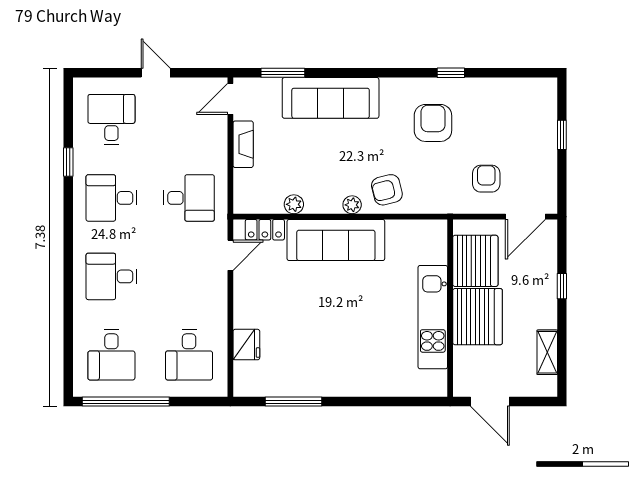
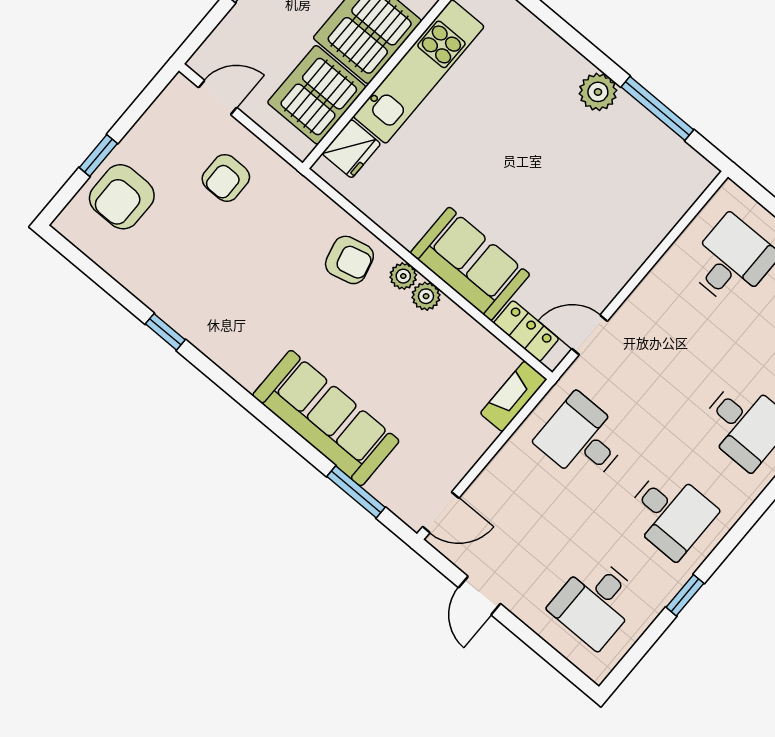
door: (156, 73) -> (480, 596), moved
armchair: (433, 123) -> (122, 197), moved
fireplace: (243, 144) -> (513, 396), moved
plant: (294, 204) -> (426, 296), moved
door: (525, 217) -> (218, 97), width x0.73
sofa: (336, 240) -> (470, 264), width x0.73
fridge: (246, 345) -> (351, 149), moved, turned 180
plant: (331, 384) -> (598, 92), added

